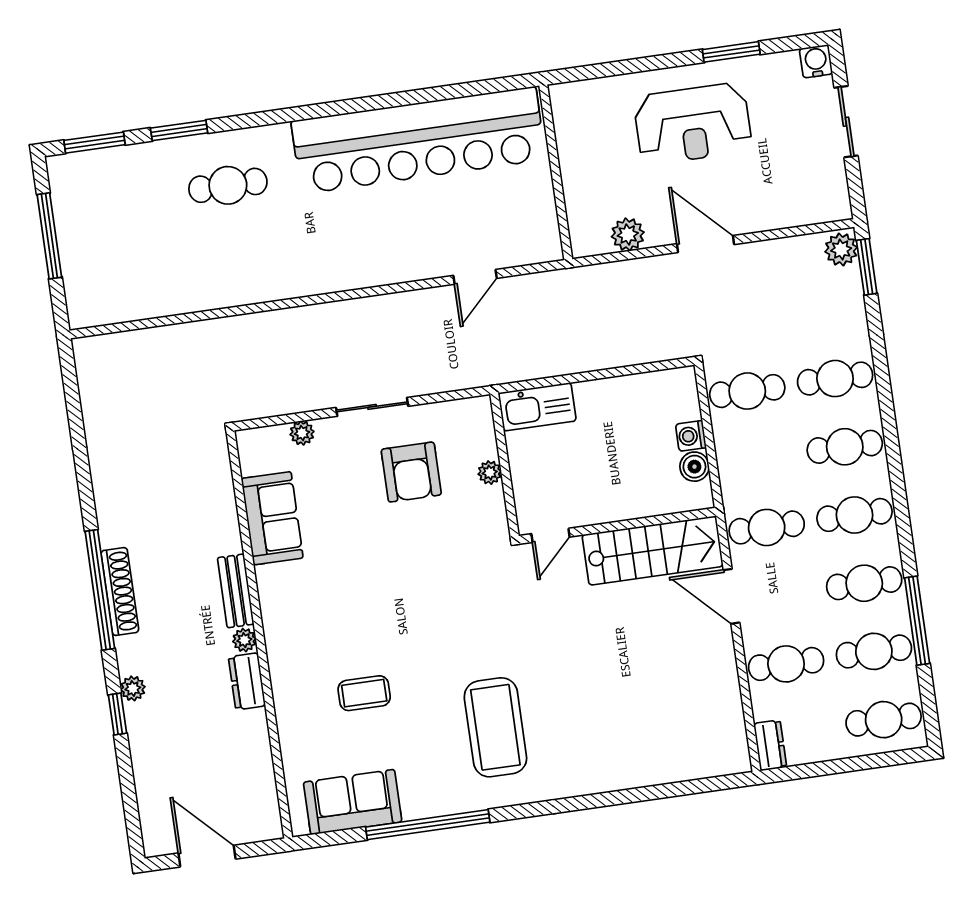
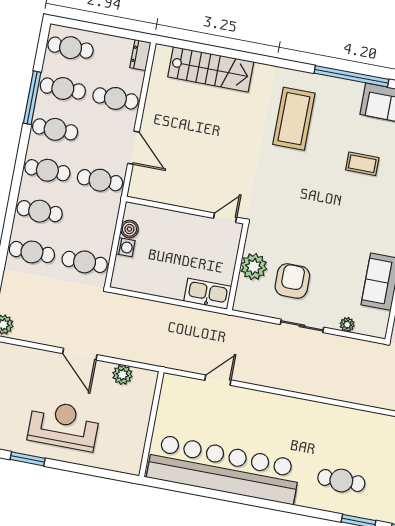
plant: (490, 473) -> (254, 267), width x1.88, depth x1.88
stairs: (653, 550) -> (211, 69), moved, turned 180

